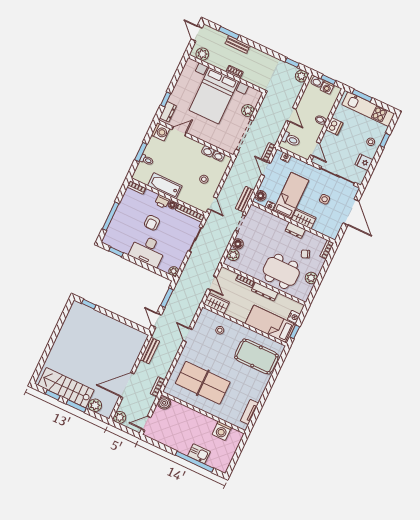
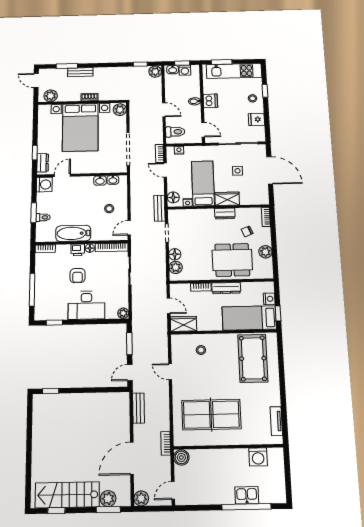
plant: (248, 110) -> (120, 110), moved
door: (212, 204) -> (129, 228), swing flipped
door: (156, 320) -> (130, 372), hinge flipped
pool table: (256, 356) -> (253, 358), turned 90
window: (76, 406) -> (108, 510), moved

